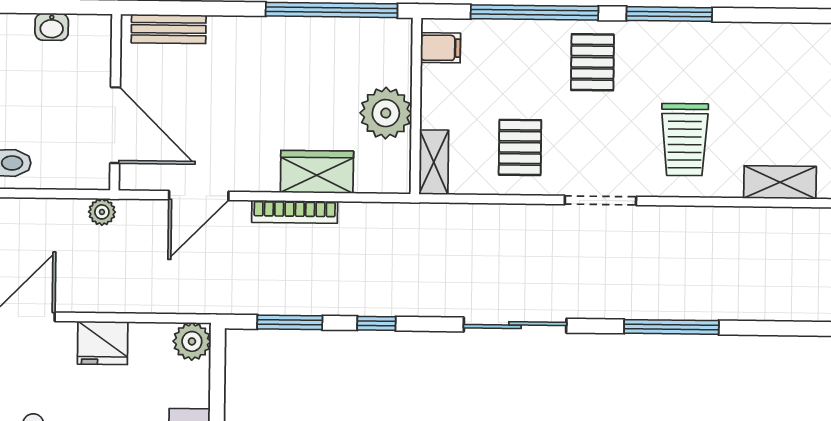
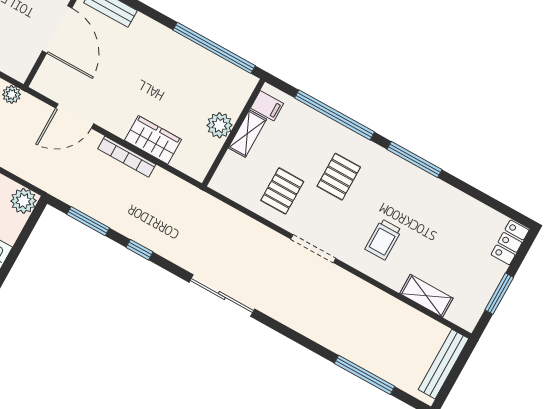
pallet: (592, 62) -> (339, 177), moved
plant: (386, 113) -> (220, 125), width x0.73, depth x0.73
door: (115, 125) -> (57, 29), moved
trolley: (685, 140) -> (383, 239), width x0.73, depth x0.72
shelving: (434, 162) -> (247, 134), moved
window: (671, 327) -> (364, 375), moved

